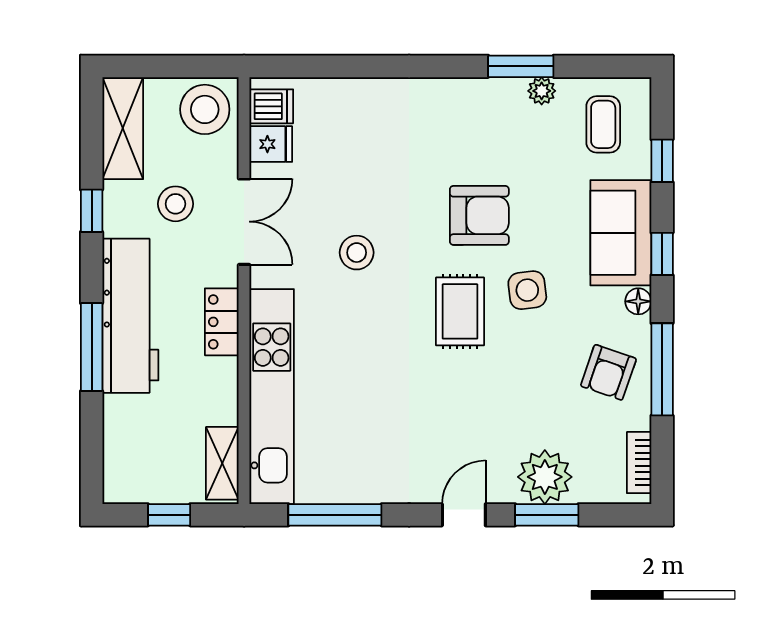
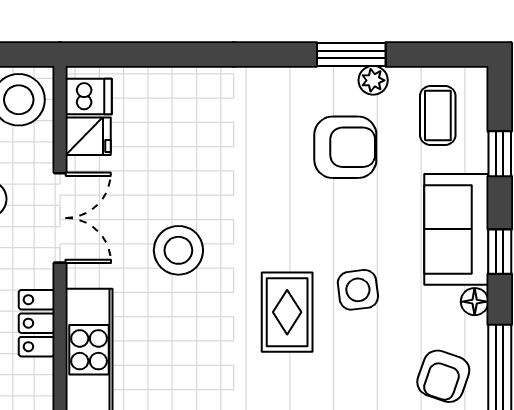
armchair: (479, 215) -> (345, 147), moved
stool: (357, 253) -> (178, 250), width x1.38, depth x1.38

